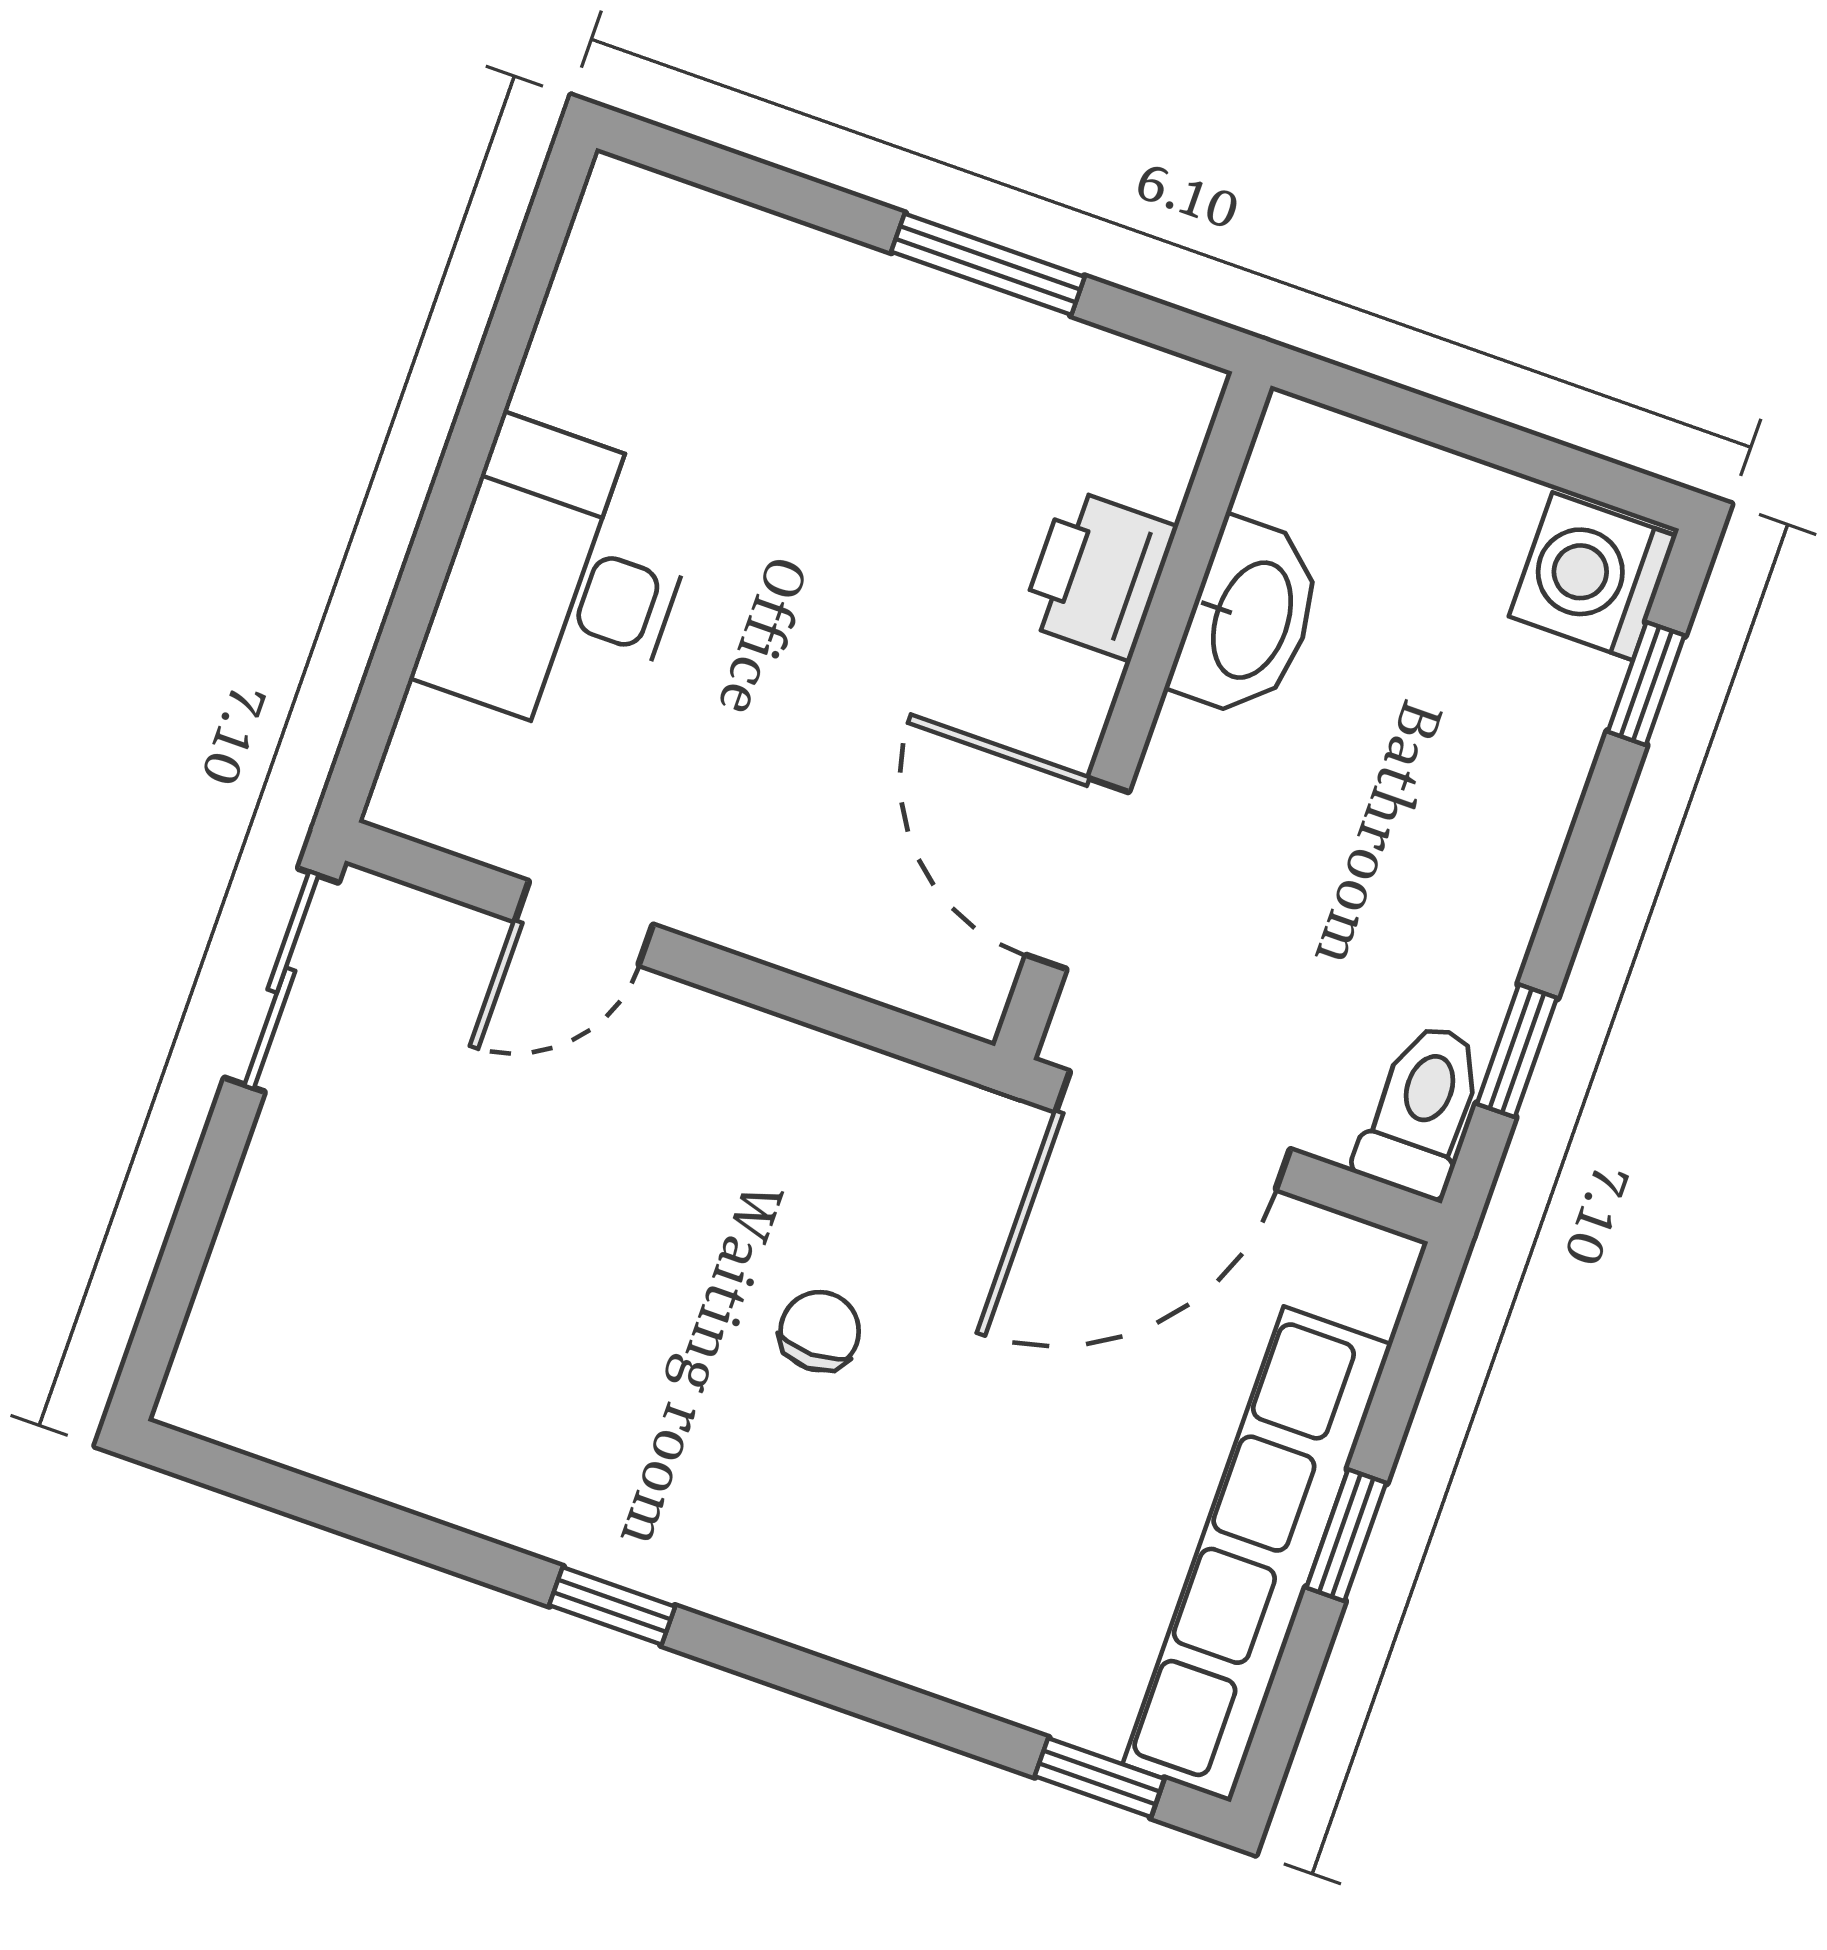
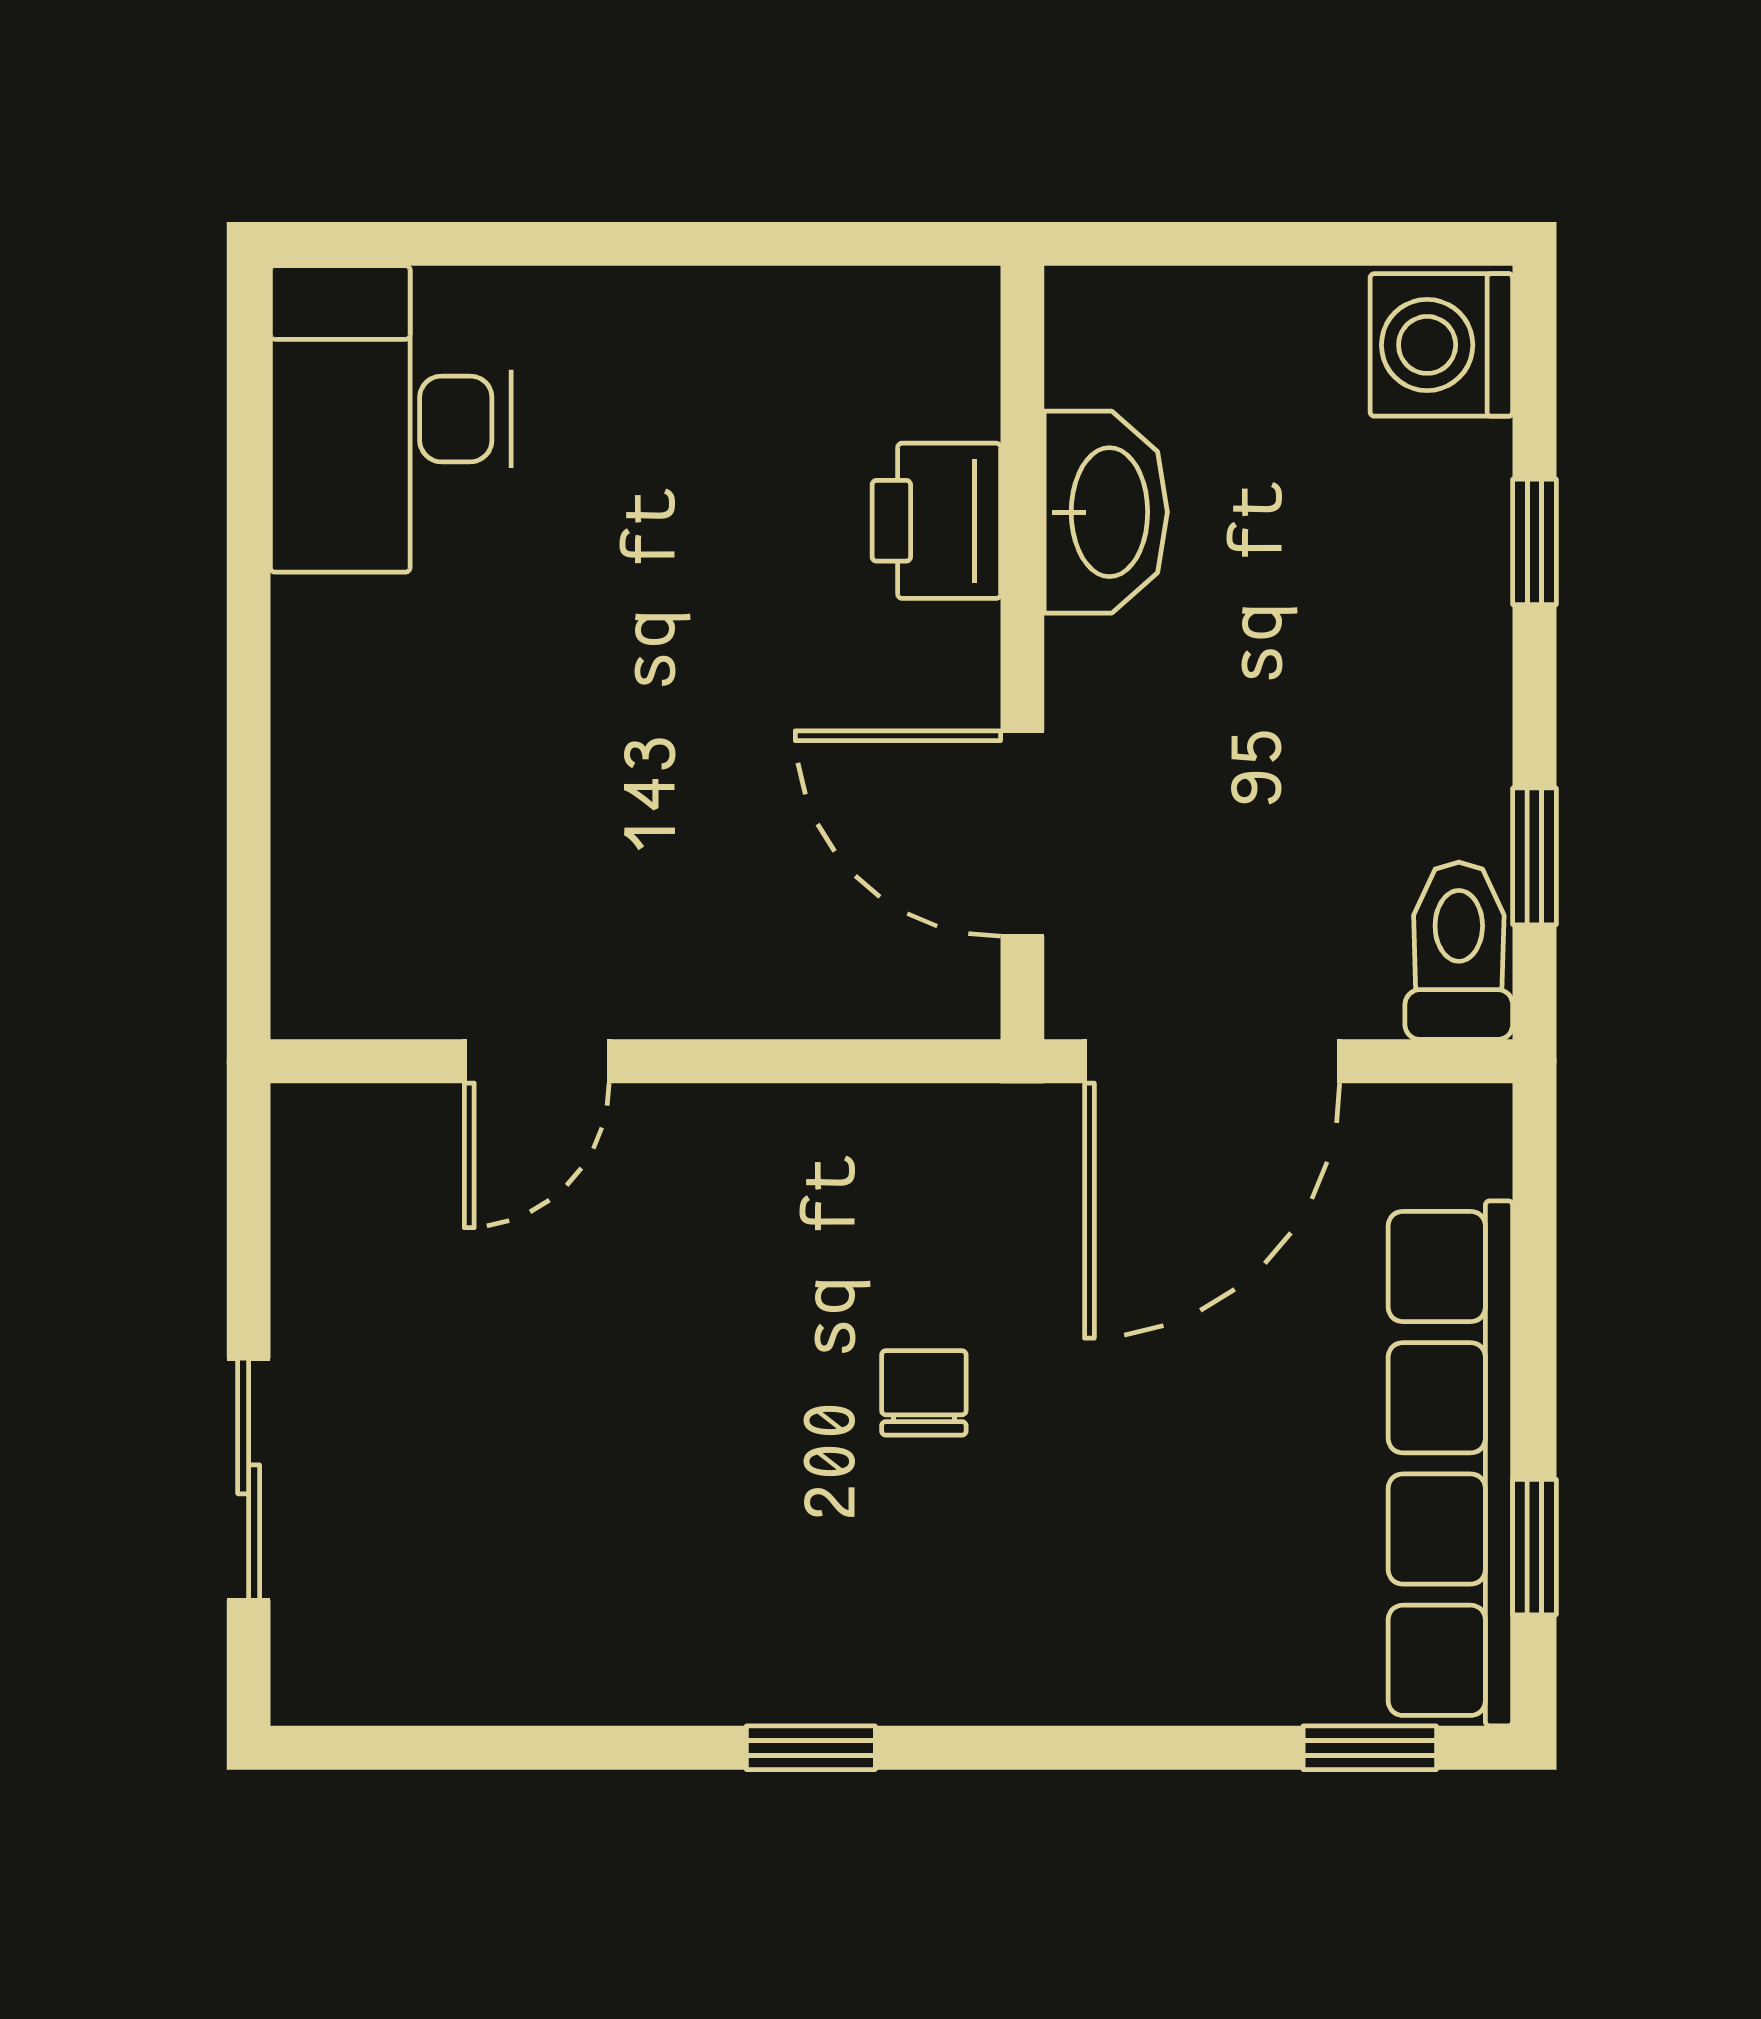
window: (988, 264) -> (712, 244), removed
desk: (561, 581) -> (391, 419), moved
window: (1646, 684) -> (1534, 542), moved
sliding door: (281, 980) -> (249, 1479), moved
window: (1346, 1535) -> (1534, 1547), moved

